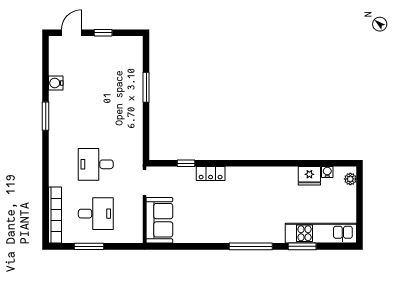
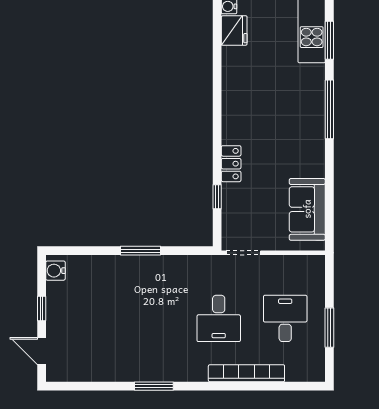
water cooler: (56, 83) -> (55, 271), moved, turned 90
window: (146, 87) -> (141, 251), moved
bookcase: (55, 215) -> (246, 373), moved
sofa: (159, 220) -> (307, 209), moved, turned -90

